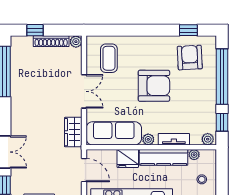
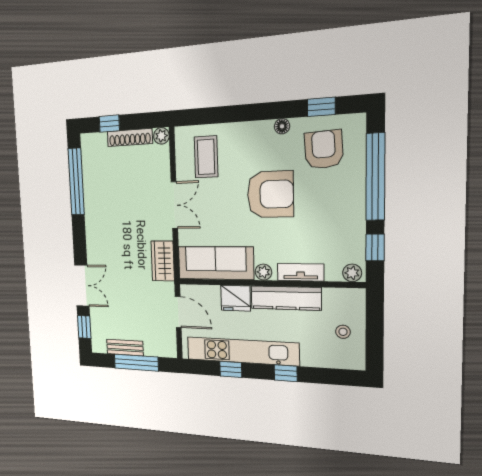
floor lamp: (163, 41) -> (282, 126), added
plant: (194, 155) -> (331, 295), removed

